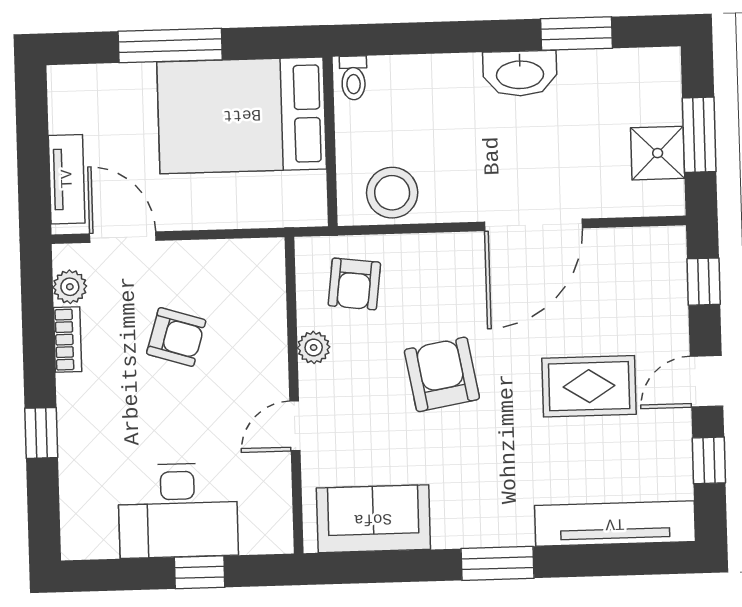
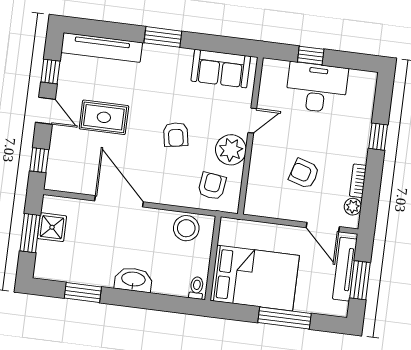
washbasin: (520, 73) -> (133, 280), moved
window: (33, 143) -> (360, 280), added
tv unit: (67, 179) -> (345, 269), width x1.41
door: (533, 225) -> (119, 201), hinge flipped
plant: (314, 347) -> (231, 150), width x1.88, depth x1.88
armchair: (442, 374) -> (176, 135), width x0.72, depth x0.72
door: (707, 381) -> (45, 111), hinge flipped

